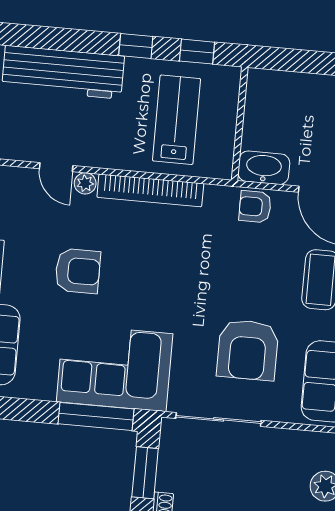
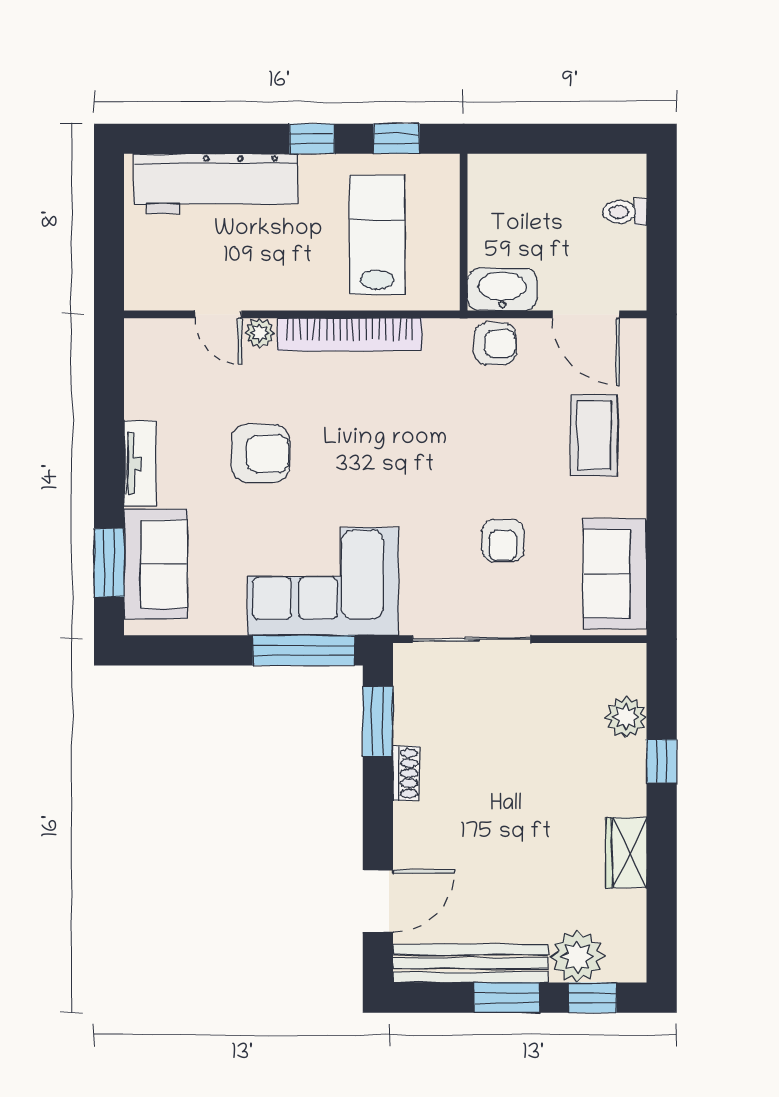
armchair: (255, 207) -> (495, 344), turned 180
armchair: (248, 350) -> (503, 541), width x0.53, depth x0.53

